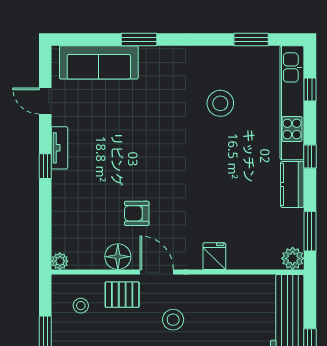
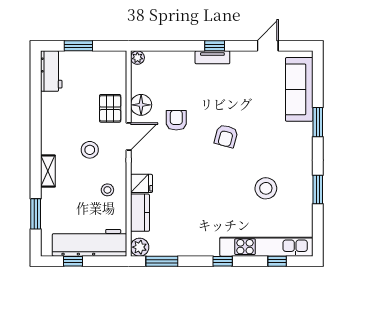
window: (251, 40) -> (318, 190), moved
tv unit: (59, 148) -> (212, 57), moved
armchair: (156, 152) -> (226, 136), added
kitchen counter: (292, 184) -> (140, 213), moved, turned 90
stool: (81, 306) -> (107, 190), moved

